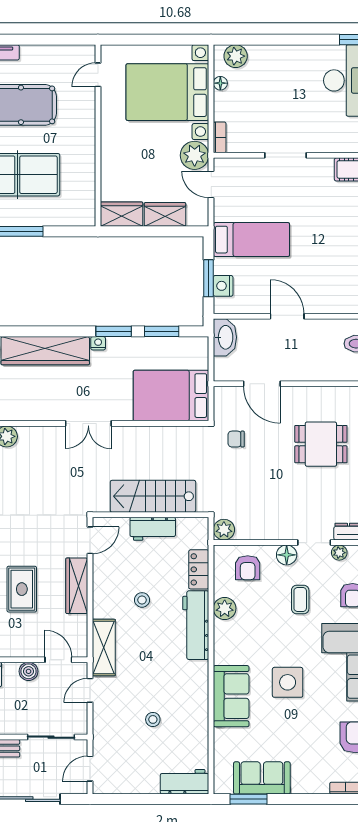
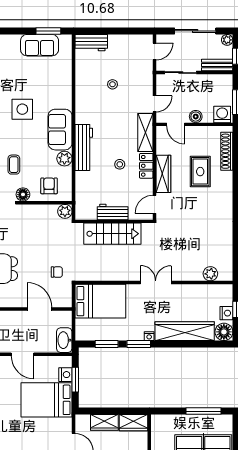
bed: (251, 240) -> (46, 400), width x1.50
locker: (199, 569) -> (146, 166), moved, turned 180
sofa: (231, 696) -> (60, 130), moved

